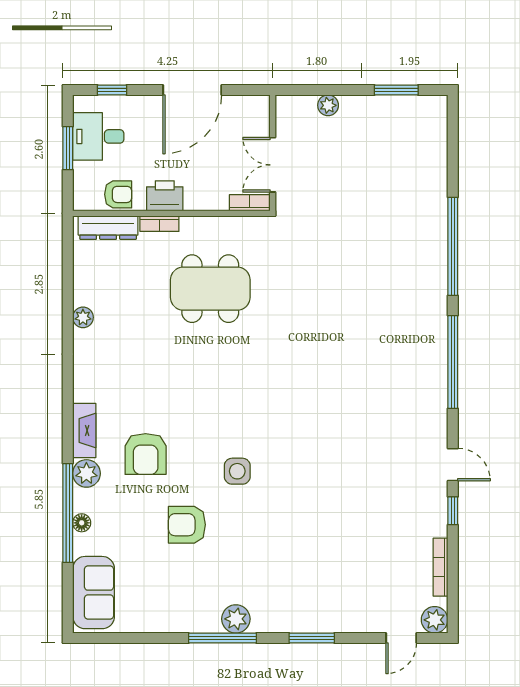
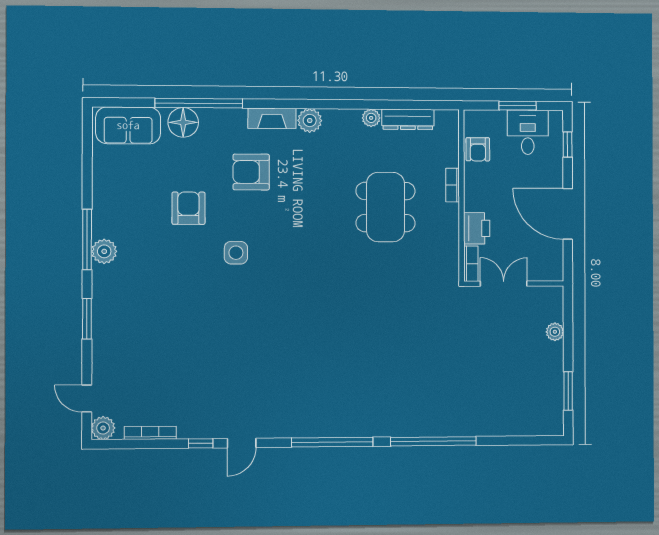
printer: (165, 196) -> (477, 228), moved
dresser: (108, 228) -> (408, 119), moved, turned -90
dining table: (210, 289) -> (386, 207), moved
plant: (86, 473) -> (310, 120), moved
floor lamp: (82, 523) -> (183, 122), width x1.89, depth x1.89

